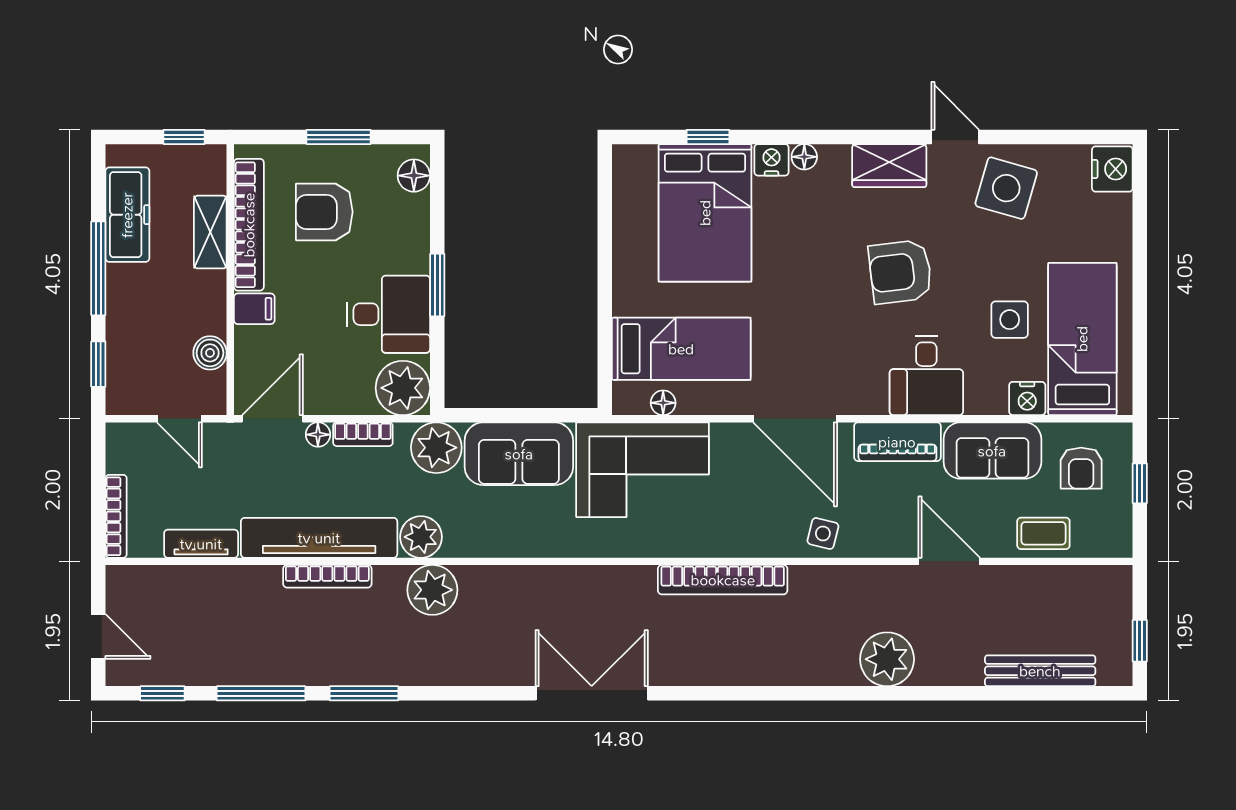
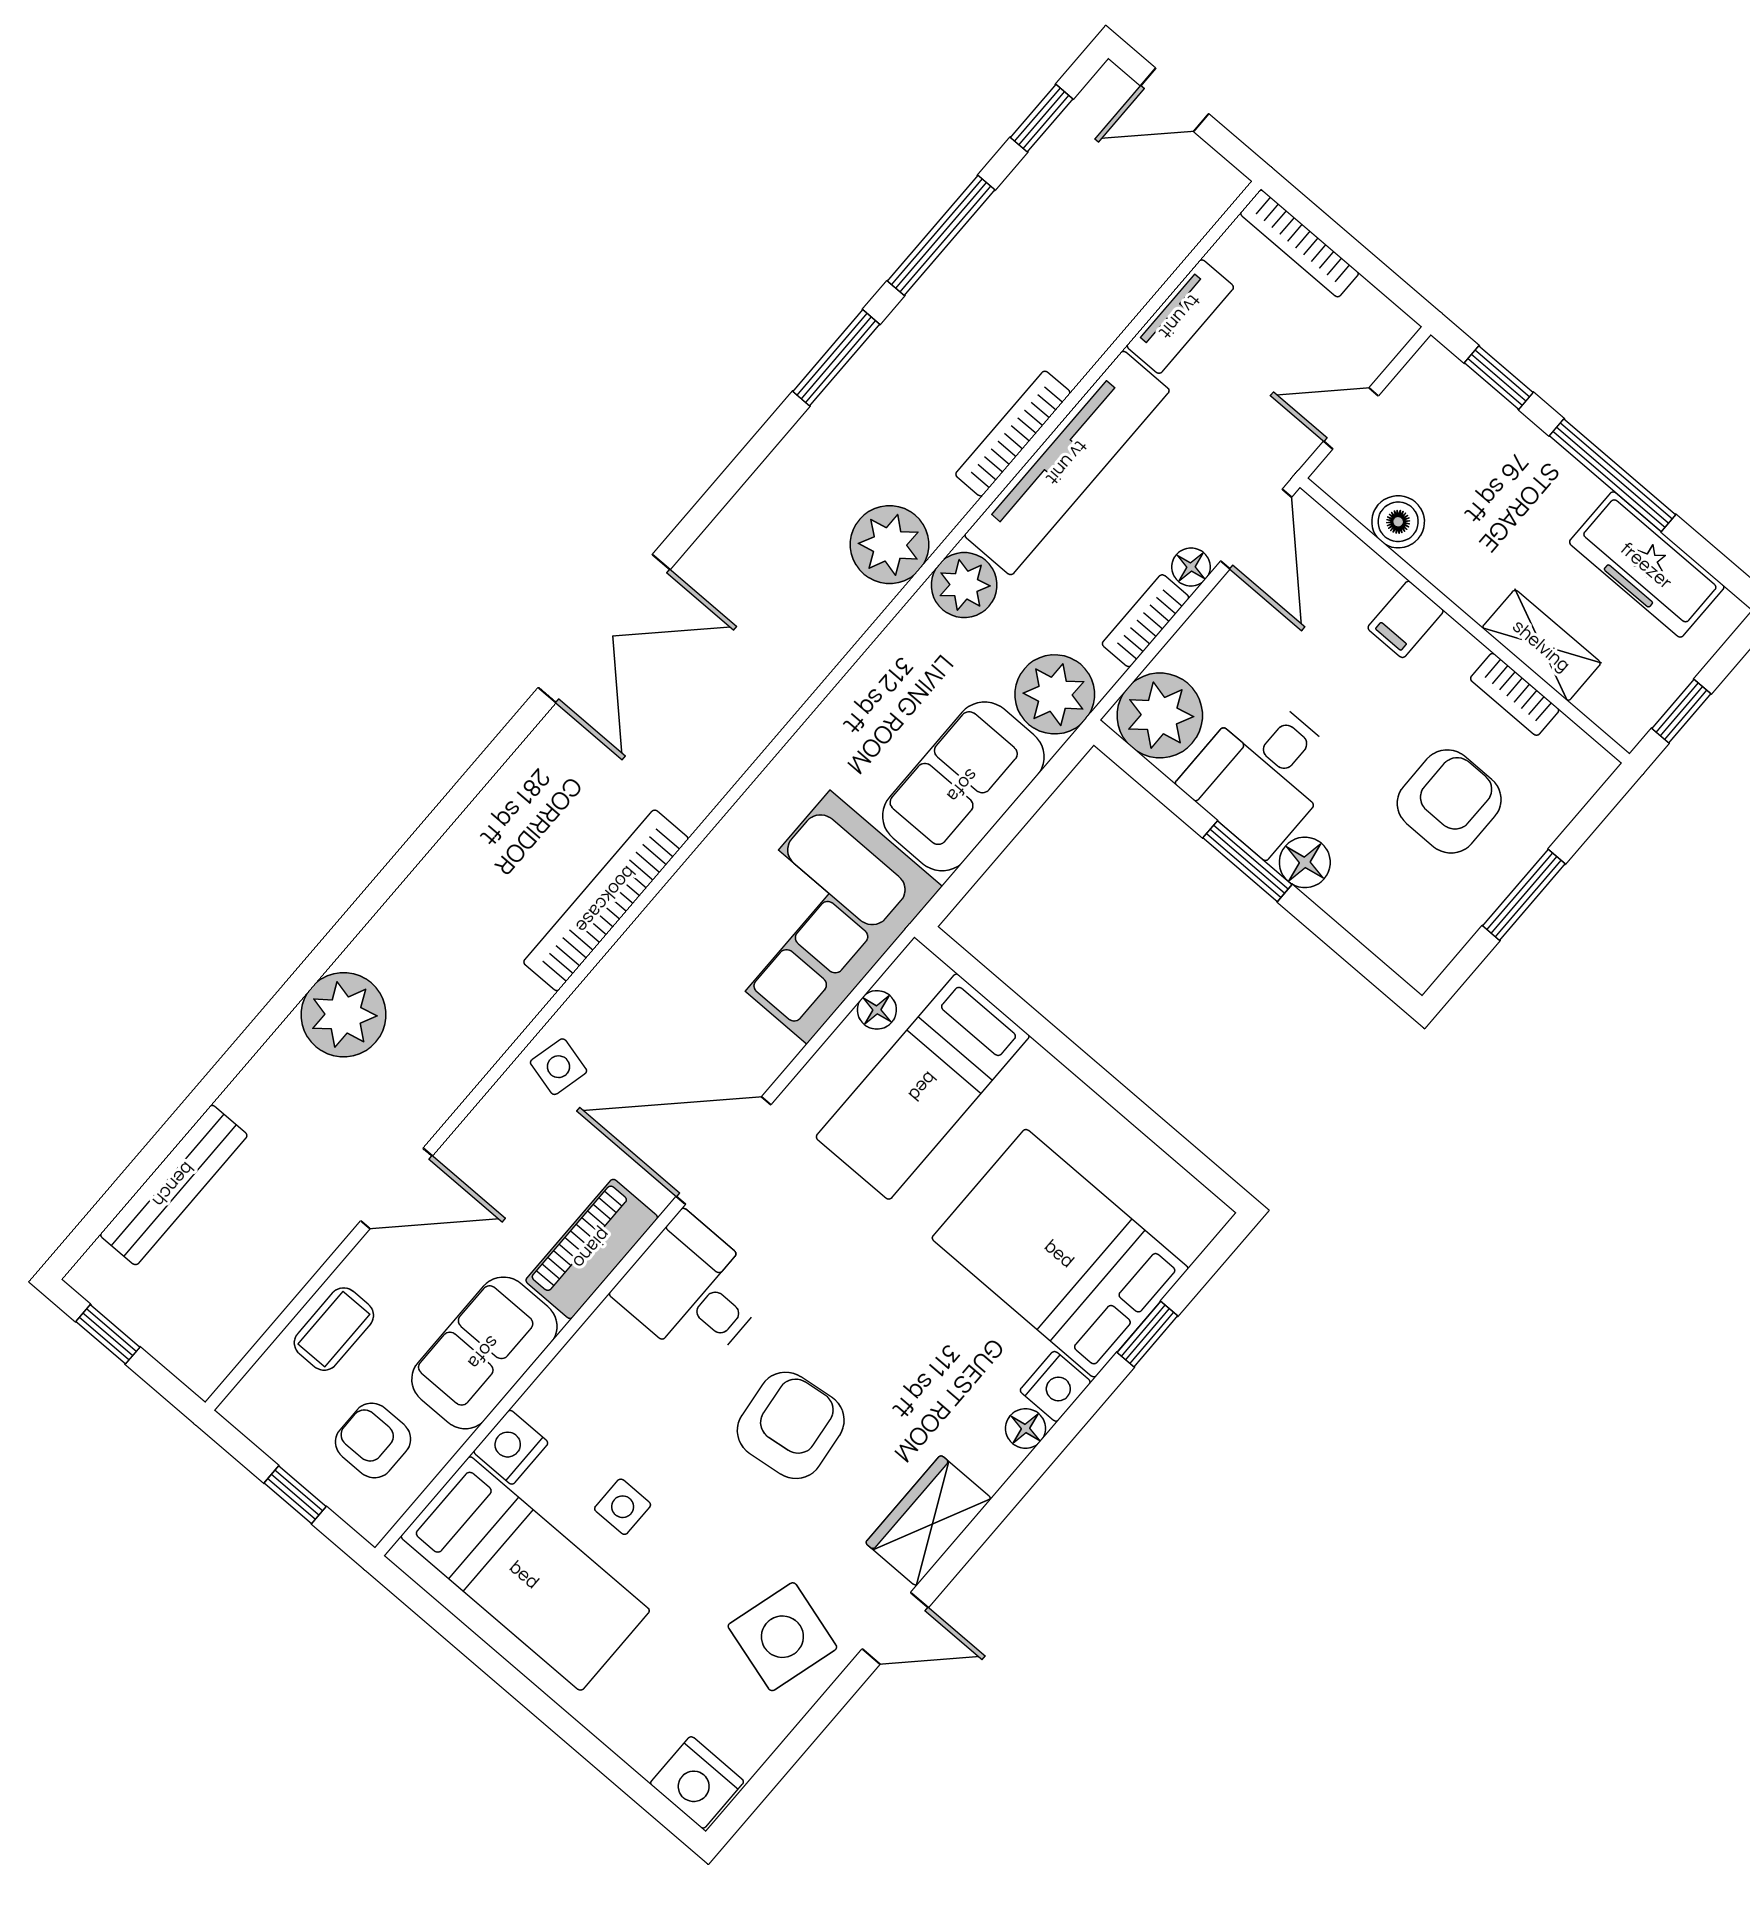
floor lamp: (414, 176) -> (1305, 862), moved
bookcase: (249, 225) -> (1515, 694), width x0.43, depth x0.76
side table: (1010, 320) -> (623, 1507), width x0.73, depth x0.73
desk: (926, 376) -> (692, 1291), moved

